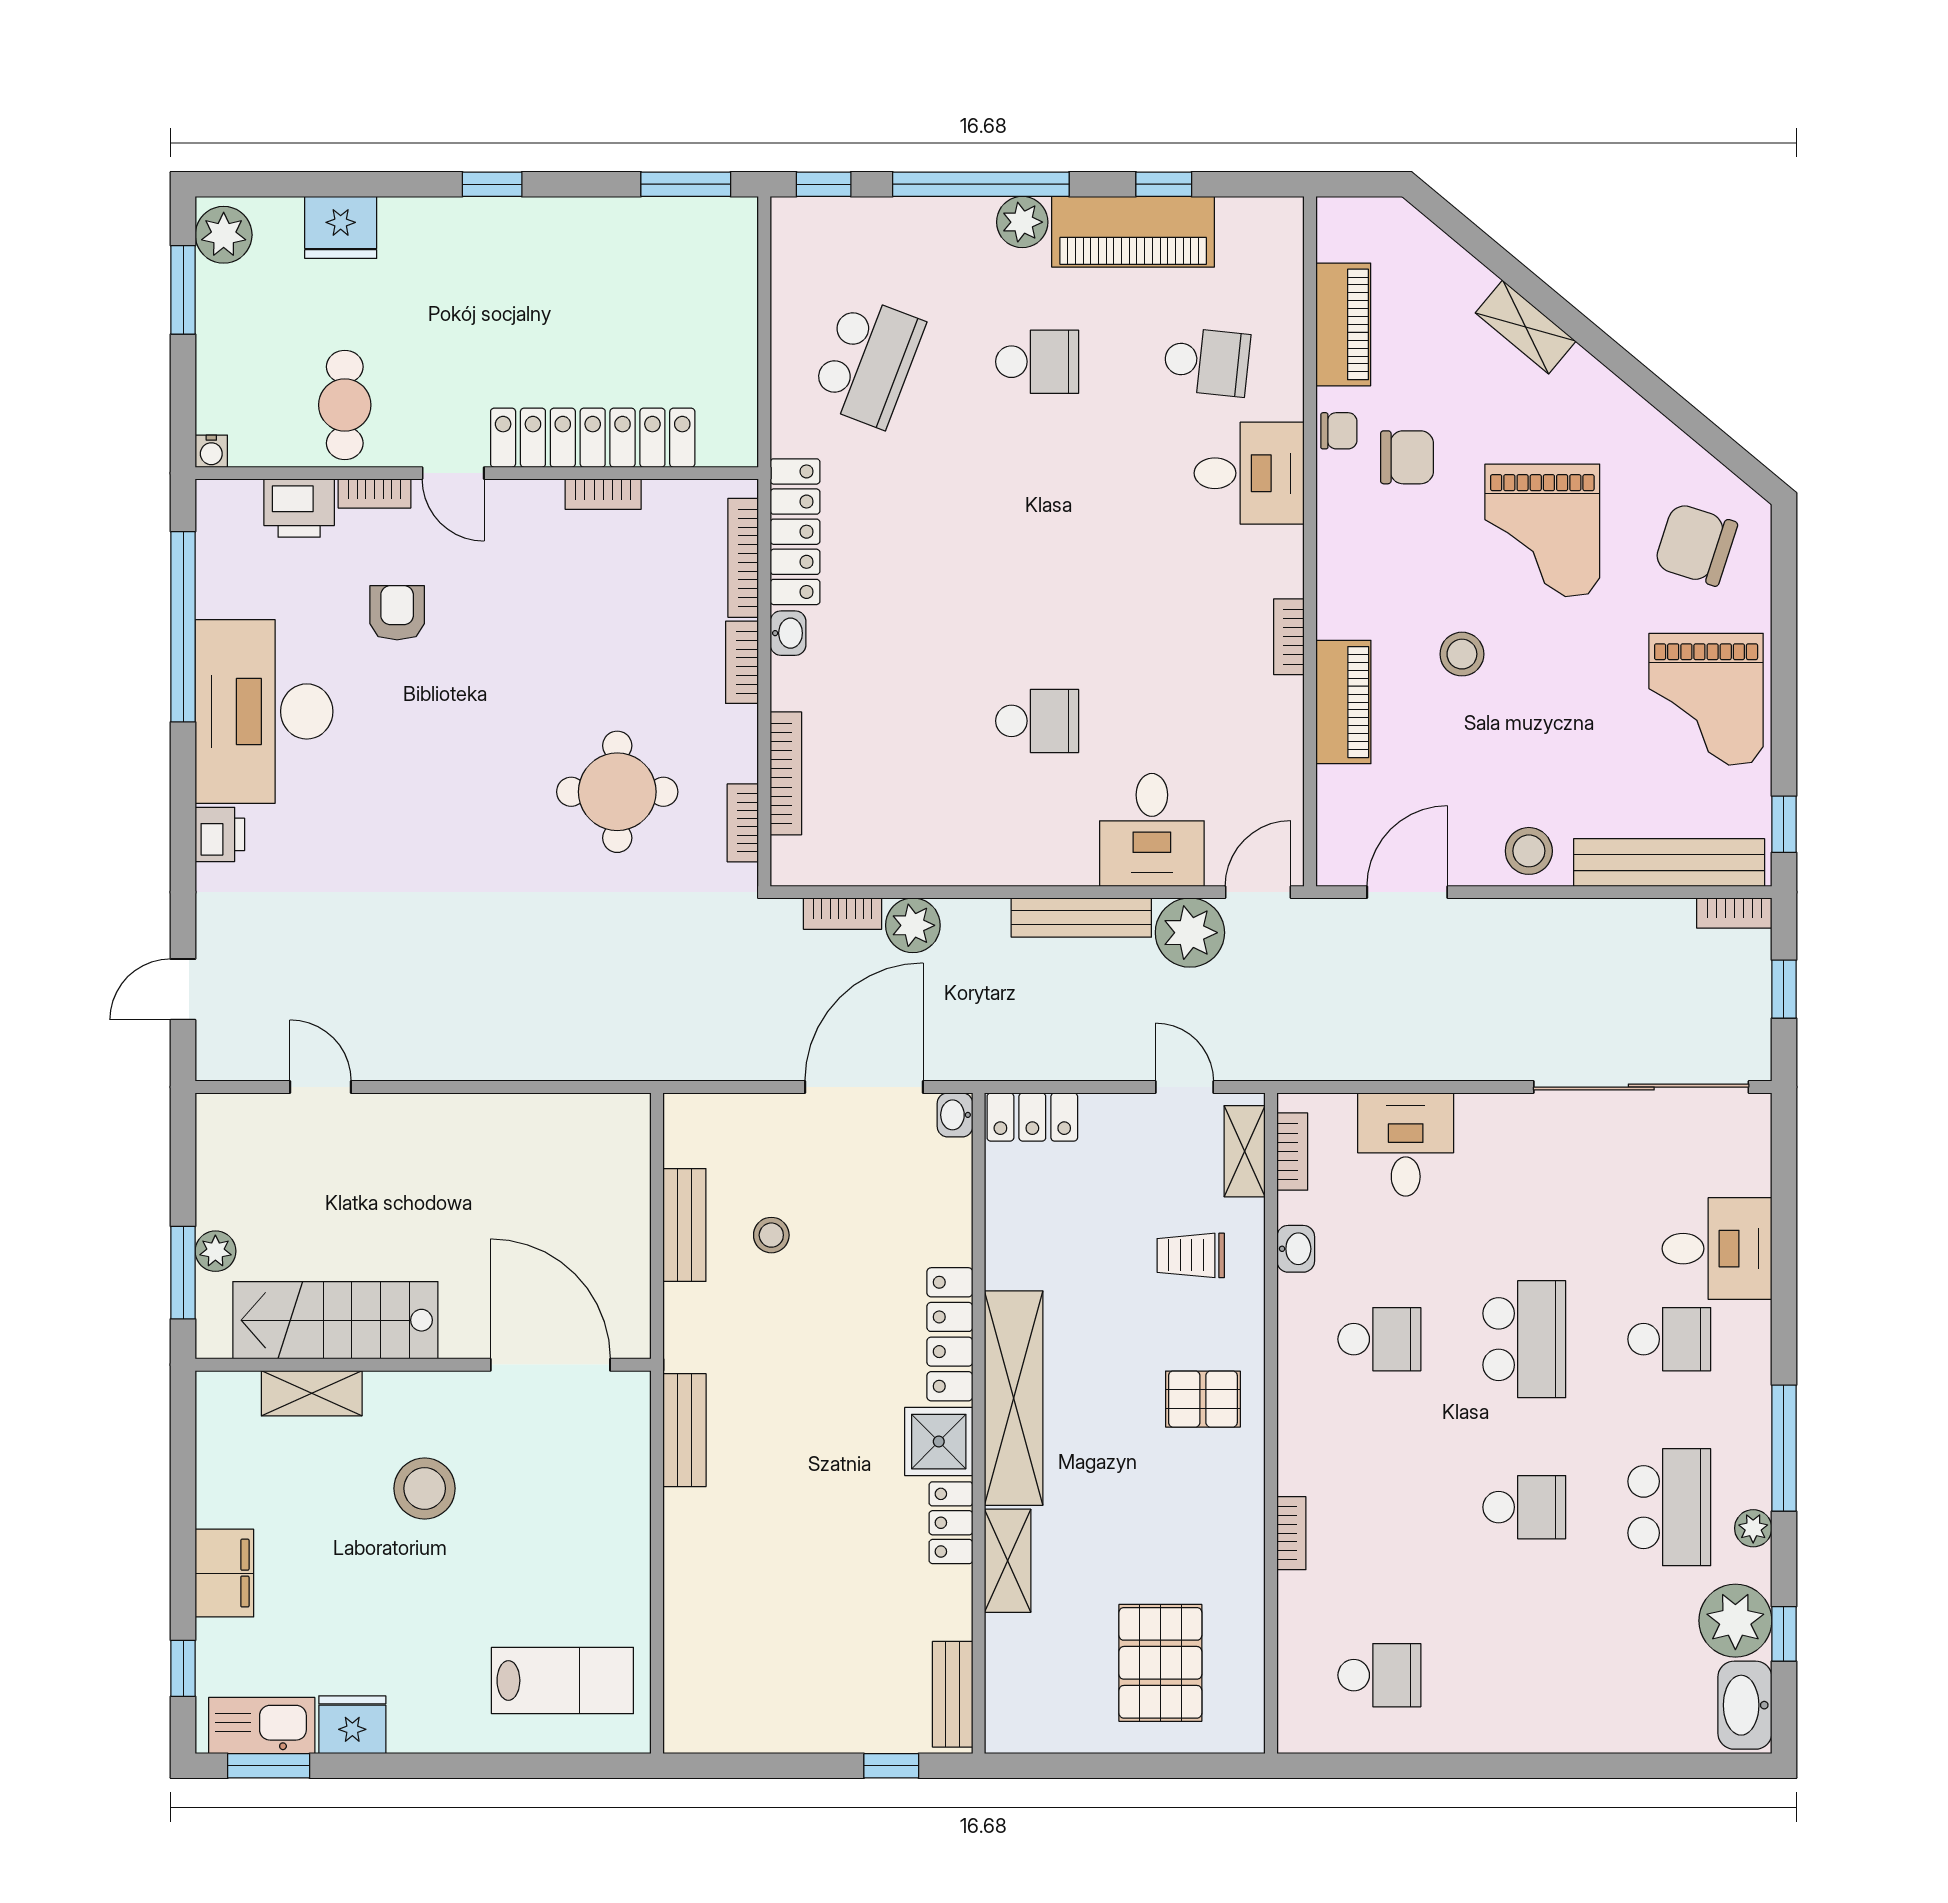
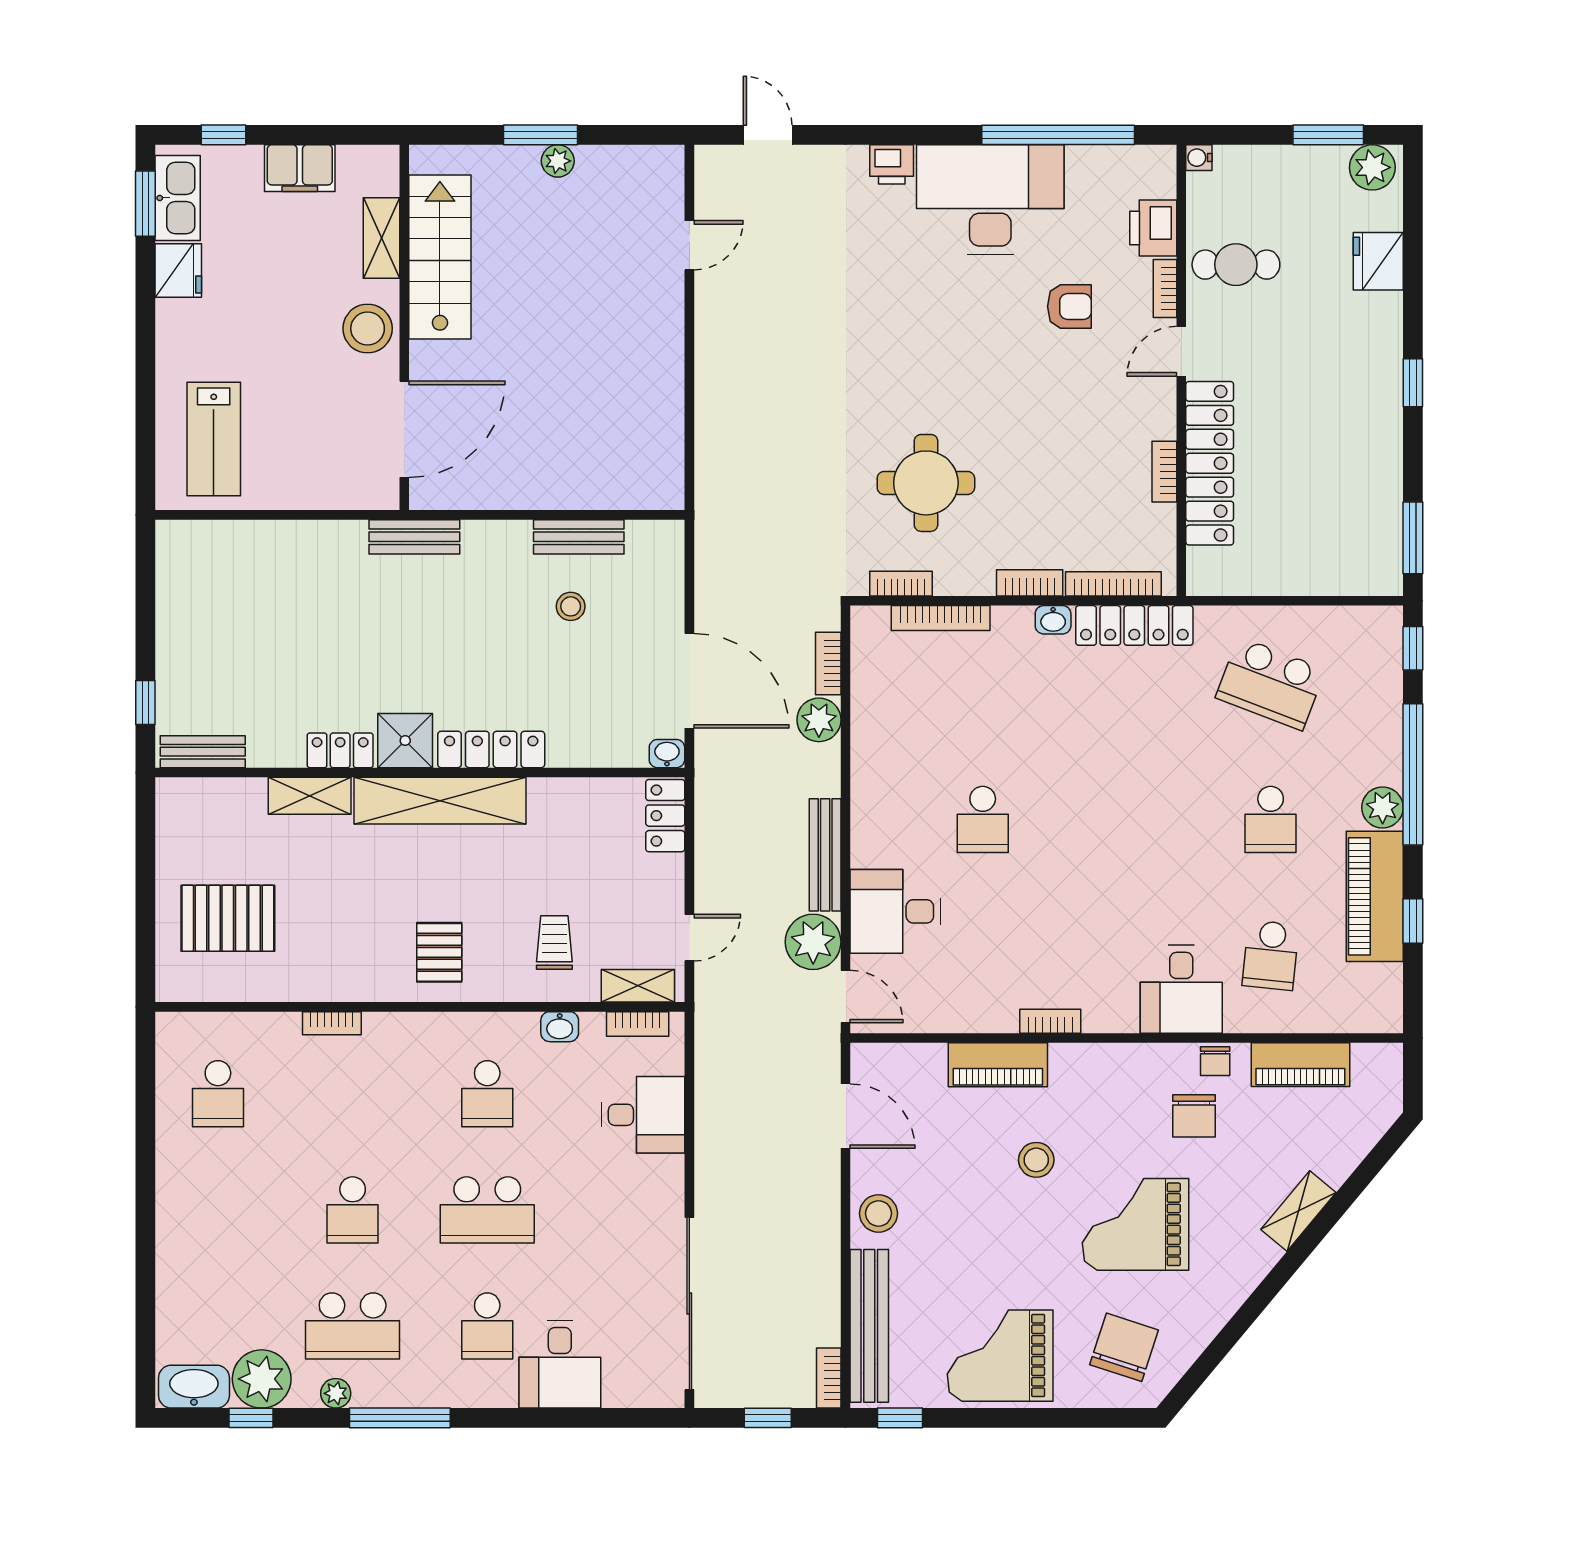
stairs: (335, 1320) -> (440, 257), moved
wall: (423, 1365) -> (404, 327), moved
door: (550, 1365) -> (404, 429), moved
shelving: (312, 1393) -> (381, 238), moved

